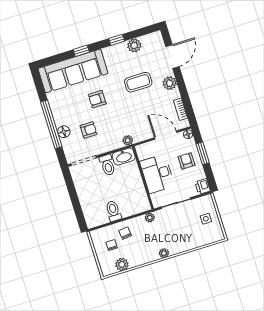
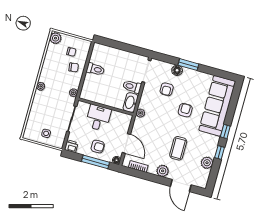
window: (81, 51) -> (225, 132), moved
window: (51, 124) -> (188, 65), width x0.47
door: (166, 135) -> (126, 143), hinge flipped
window: (203, 153) -> (96, 162), width x1.44
desk: (157, 174) -> (98, 118), width x0.73
plant: (122, 264) -> (56, 38), moved

